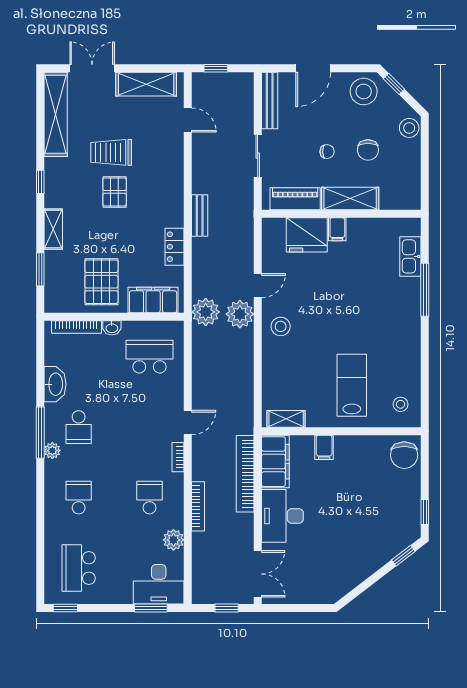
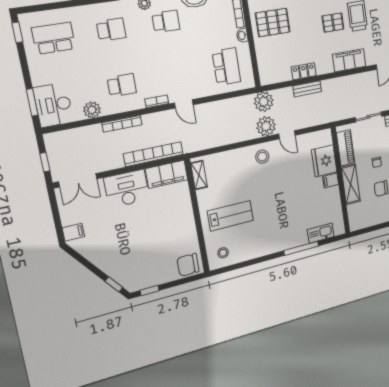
bench: (200, 216) -> (307, 89), moved
filing cabinet: (153, 300) -> (349, 60), moved, turned -90
school desk: (79, 427) -> (166, 21), turned 180
filing cabinet: (324, 447) -> (73, 232), moved, turned 180

